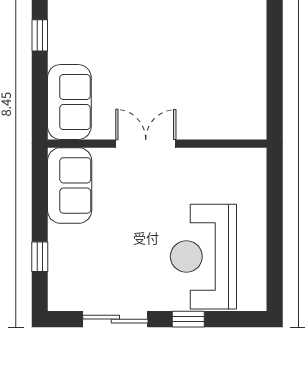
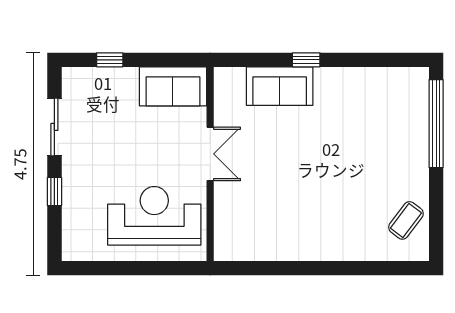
sofa: (69, 102) -> (280, 86), moved
reception desk: (203, 257) -> (154, 216), moved

